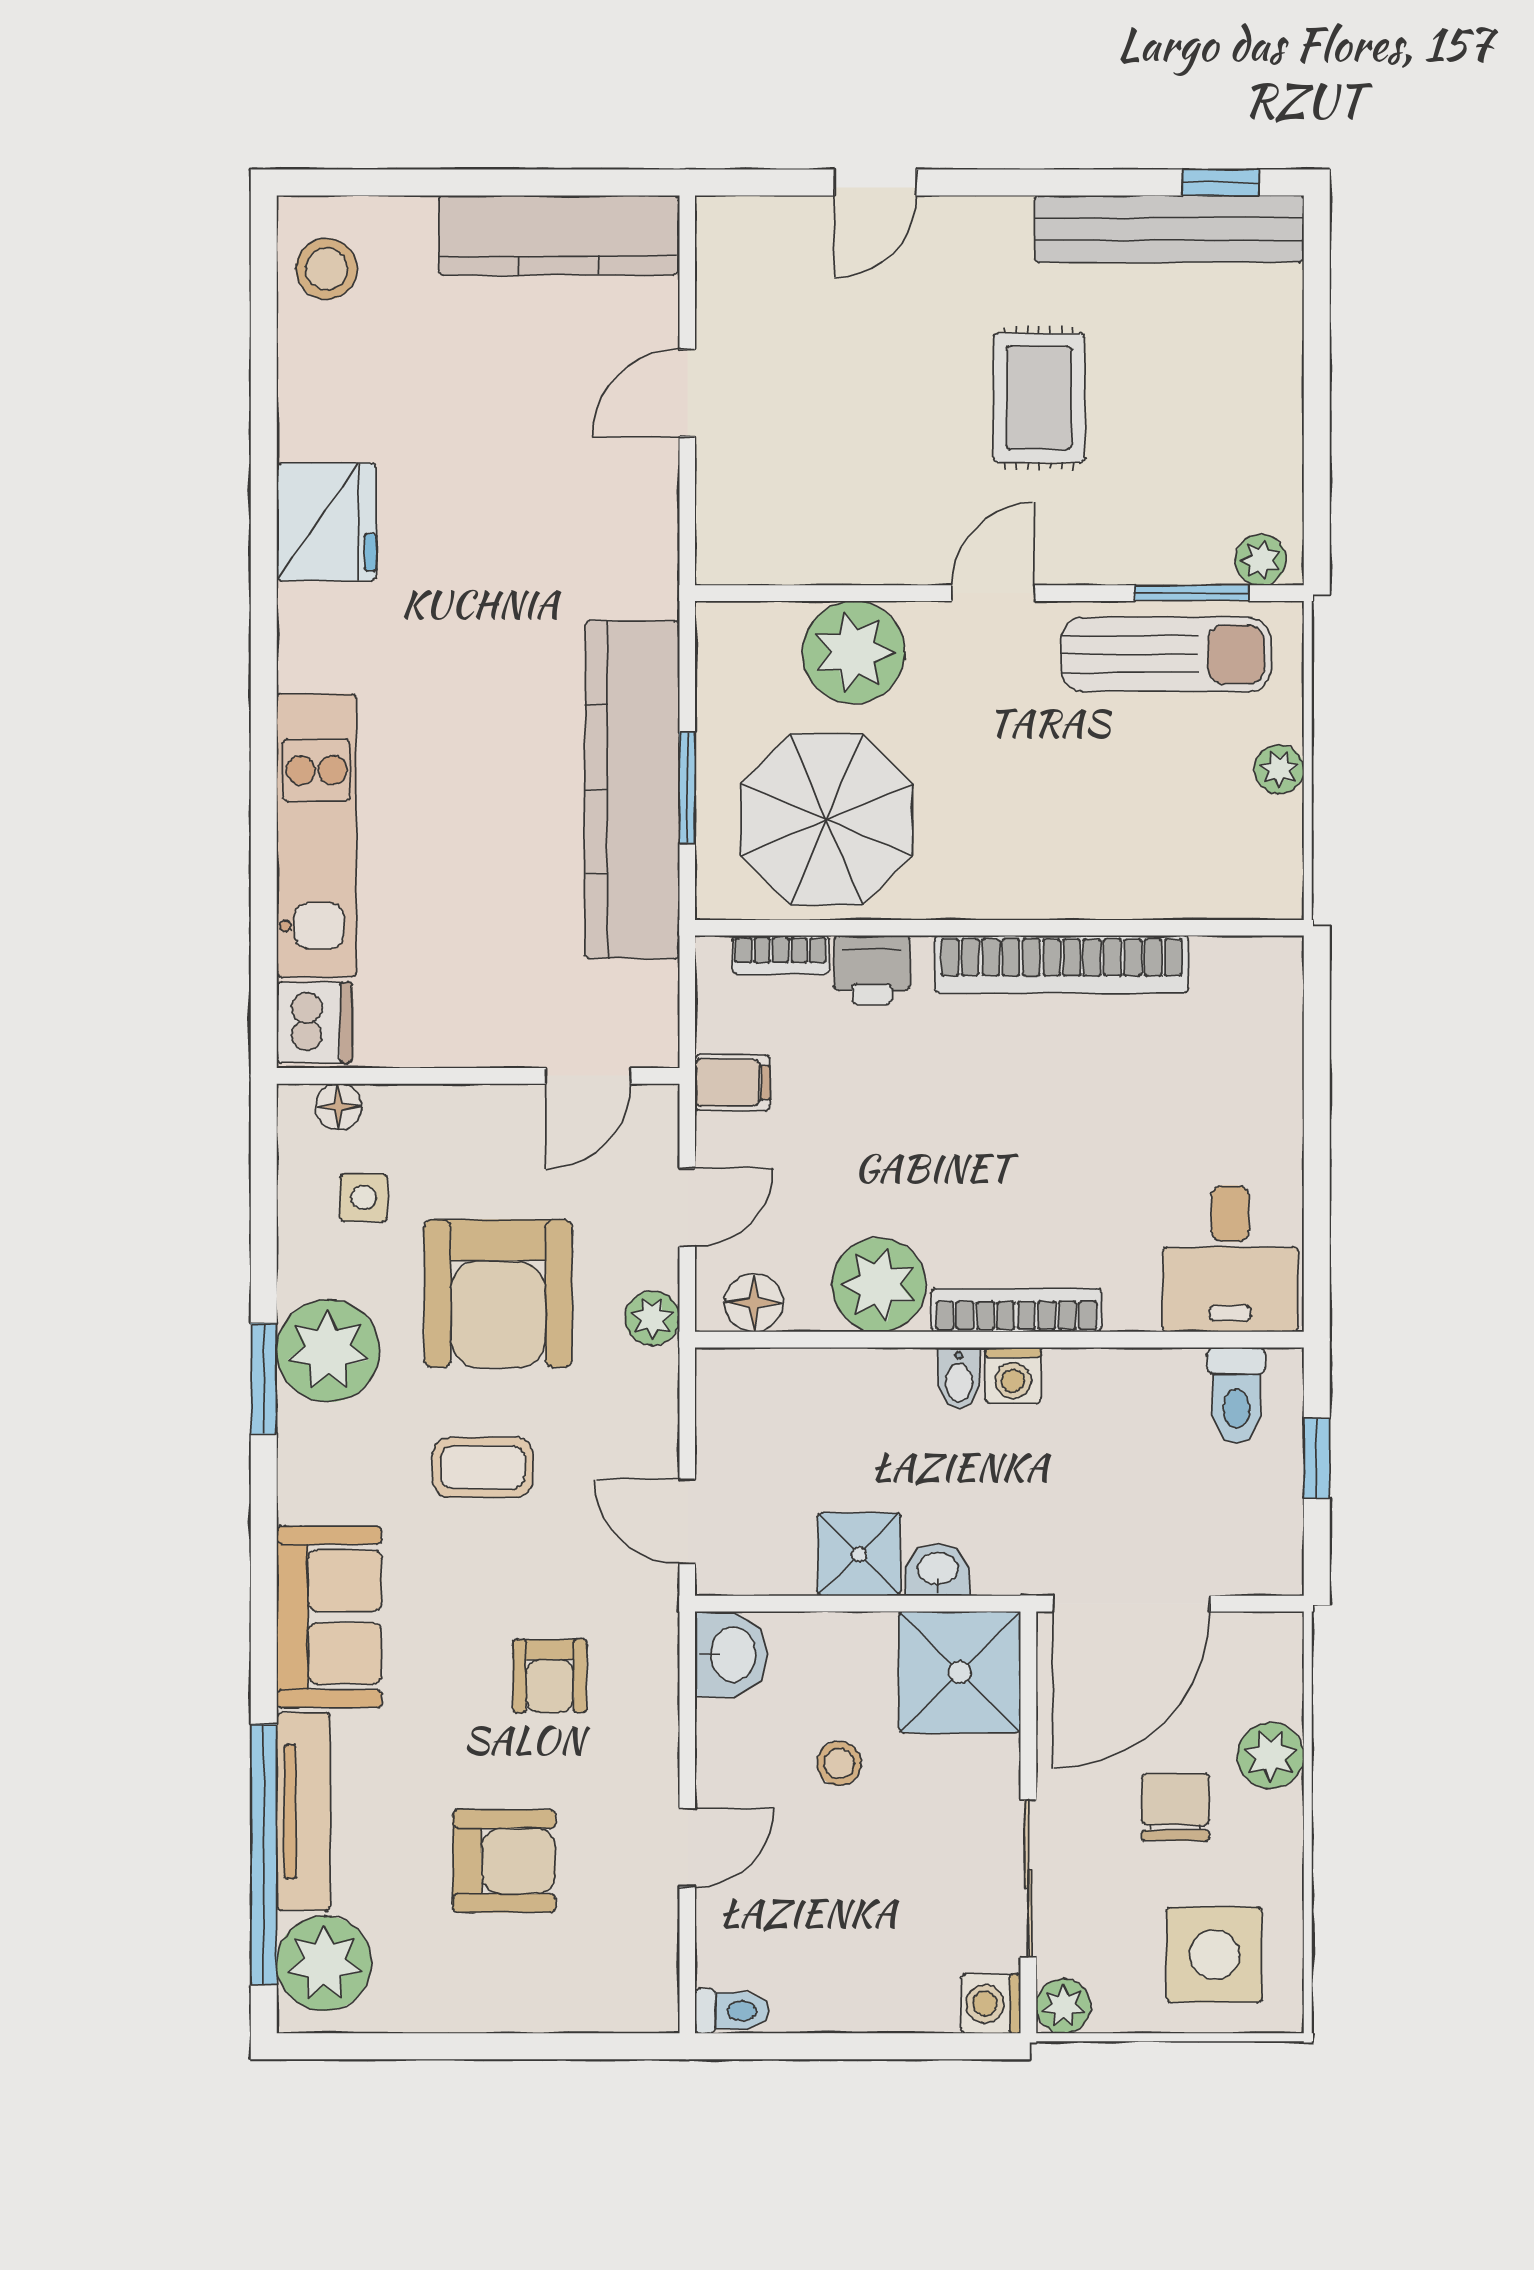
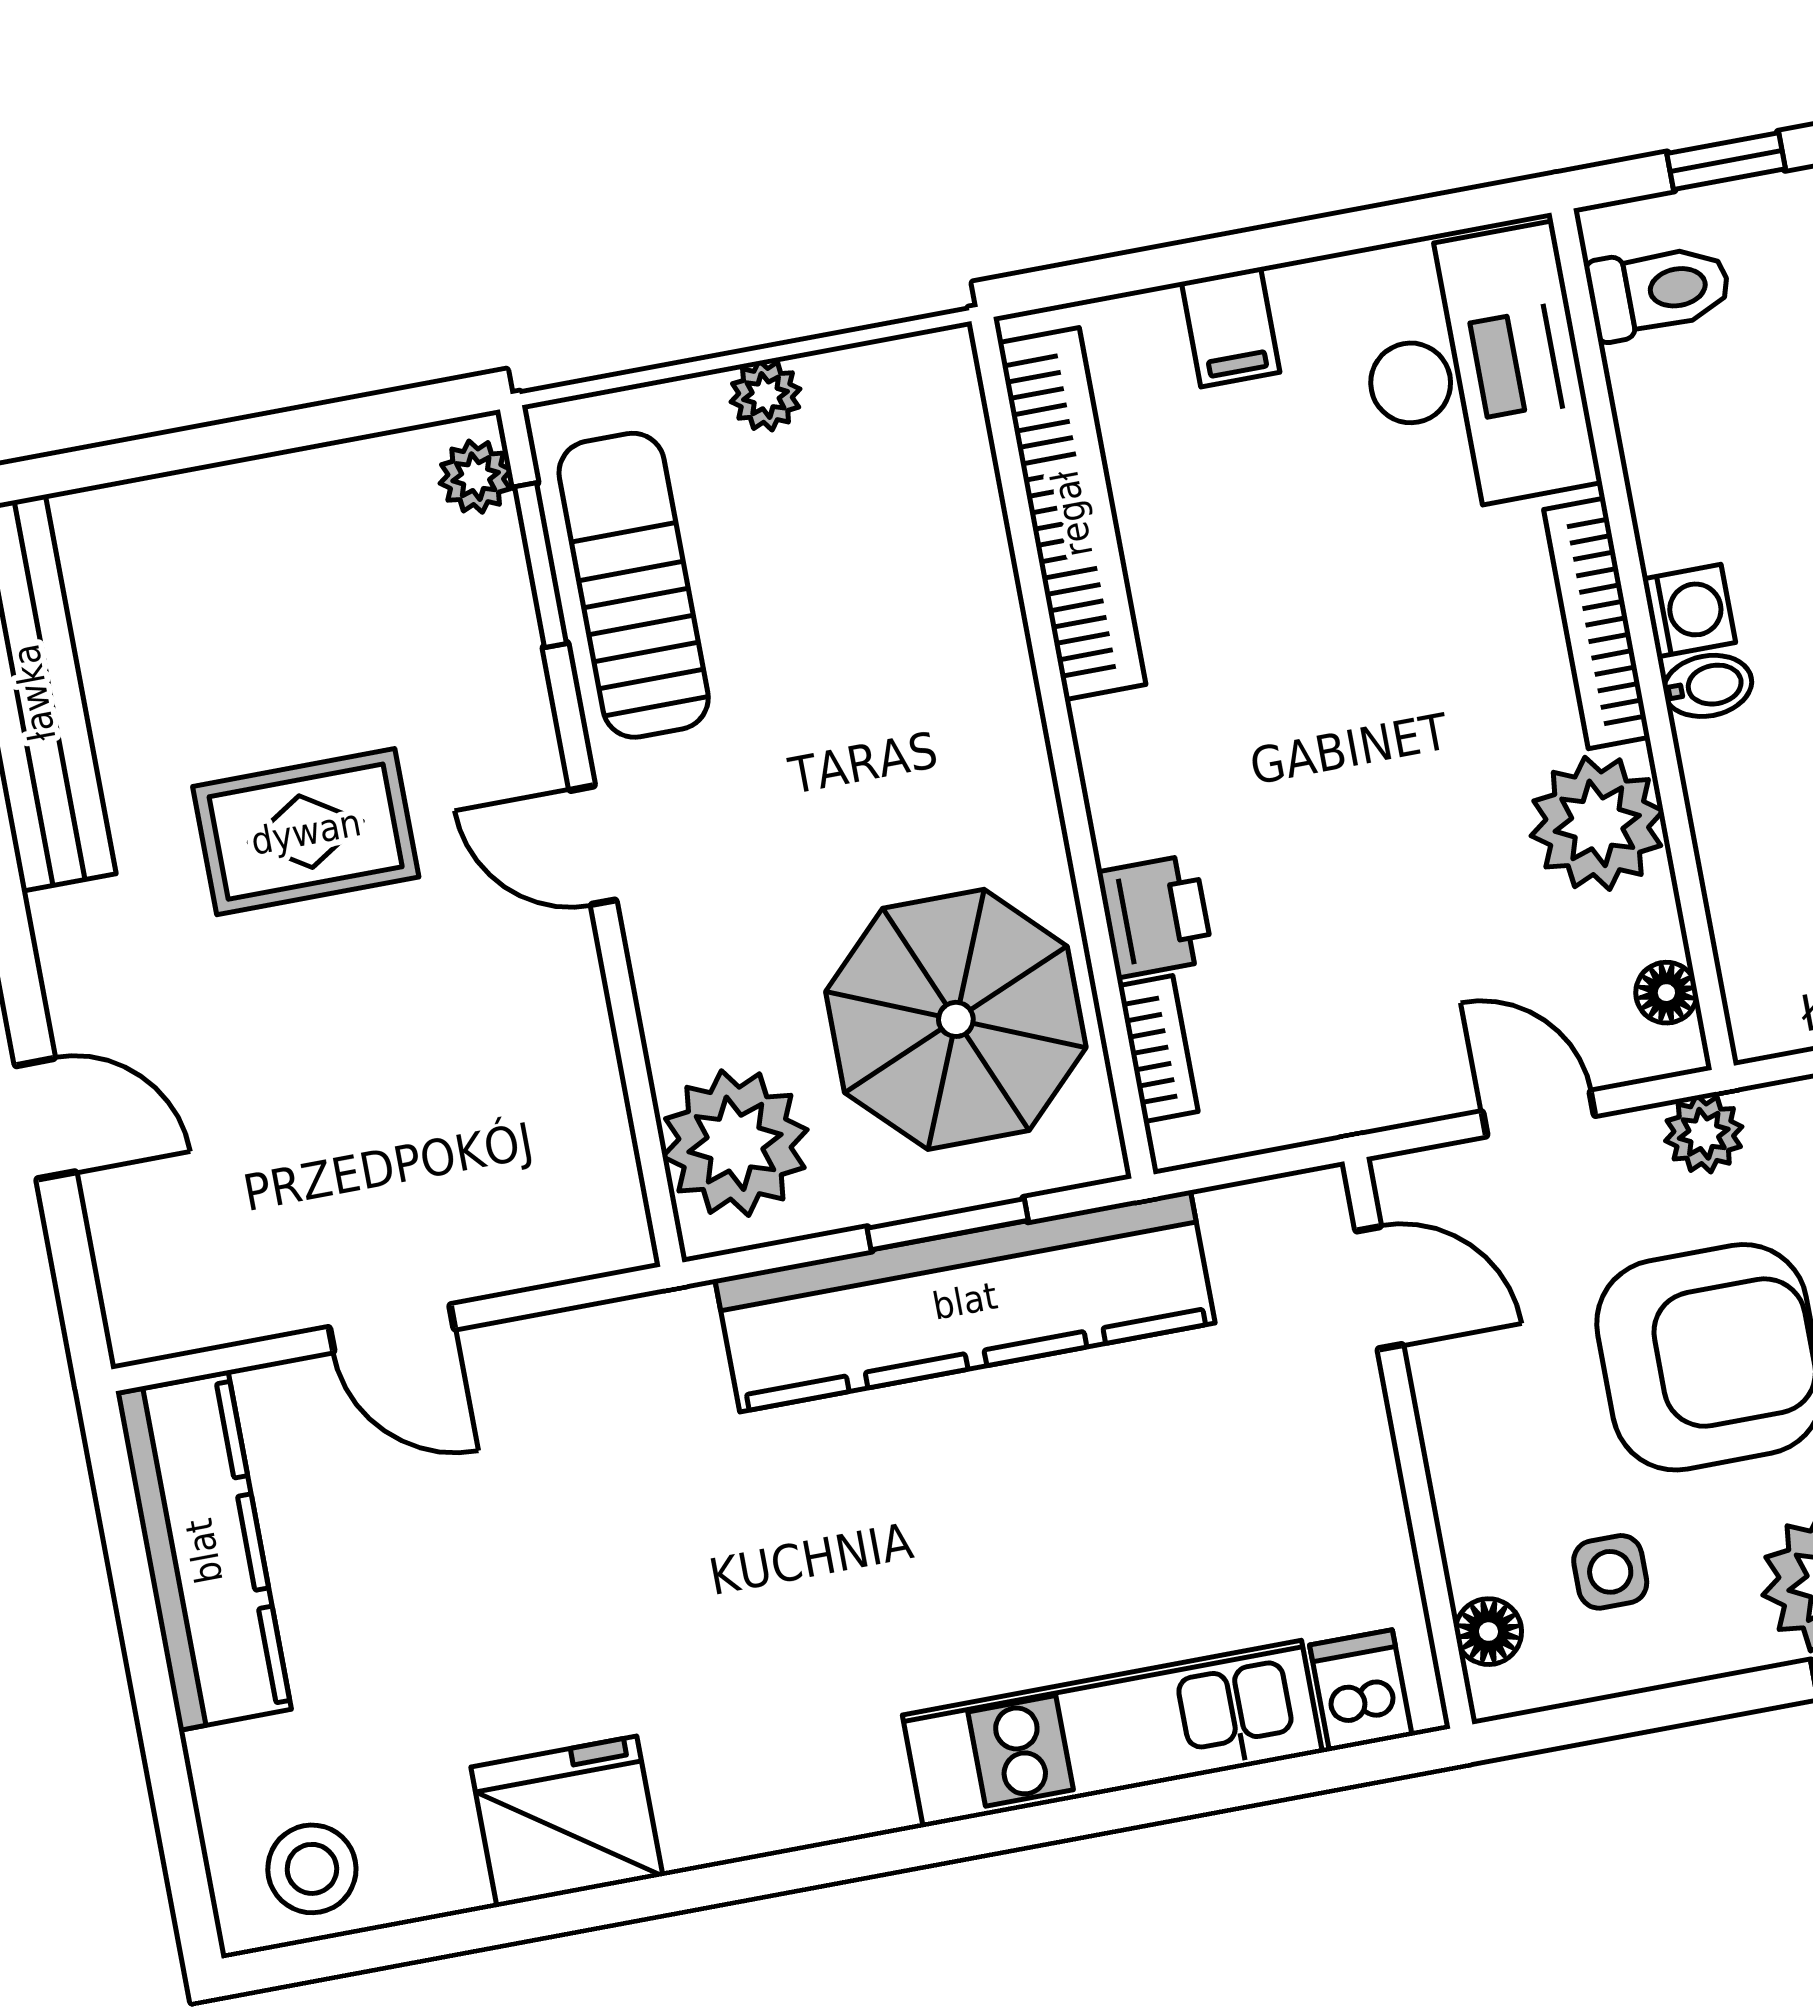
fridge: (326, 522) -> (567, 1821), moved
plant: (853, 652) -> (735, 1143), moved
bookcase: (1062, 964) -> (1072, 514), moved
dishwasher: (314, 1022) -> (1361, 1690), width x0.73
filing cabinet: (732, 1082) -> (1231, 327), moved, turned 180
desk: (1230, 1259) -> (1475, 371), width x1.37
floor lamp: (754, 1303) -> (1666, 993), width x0.73, depth x0.73

